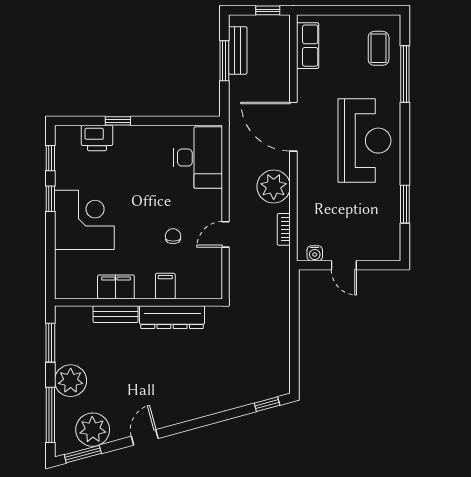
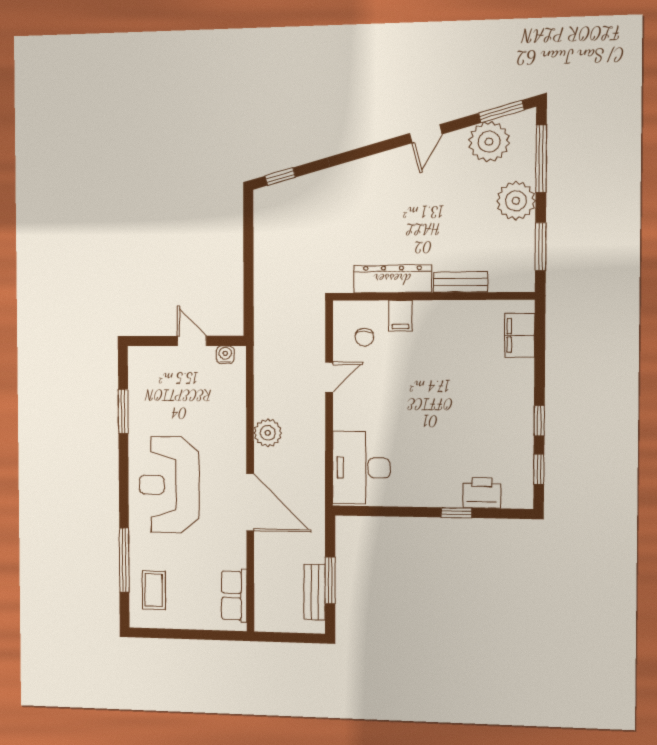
window: (268, 10) -> (280, 637), removed
plant: (274, 186) -> (268, 433), width x0.73, depth x0.73
corner desk: (84, 220) -> (498, 395), removed
bookcase: (284, 229) -> (261, 383), removed
chair: (173, 236) -> (364, 337), moved
filing cabinet: (116, 287) -> (520, 335), moved, turned 90

